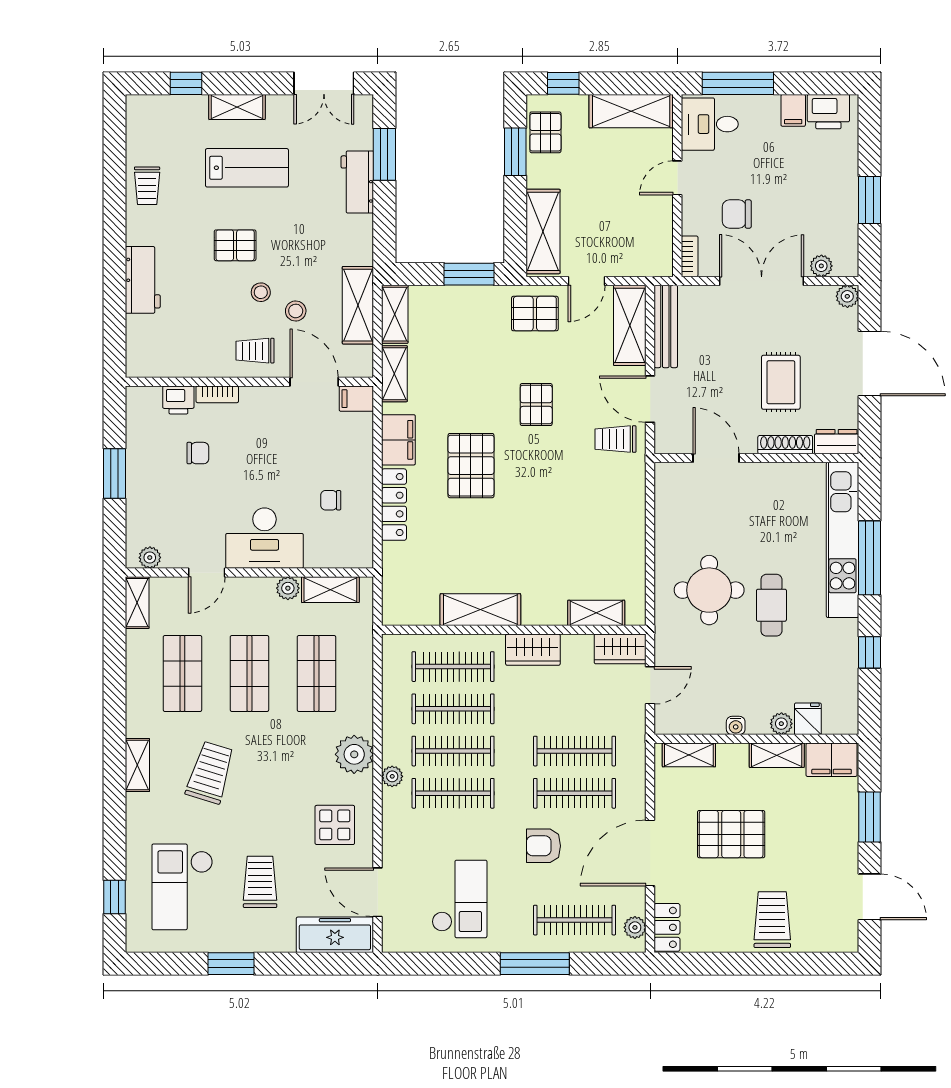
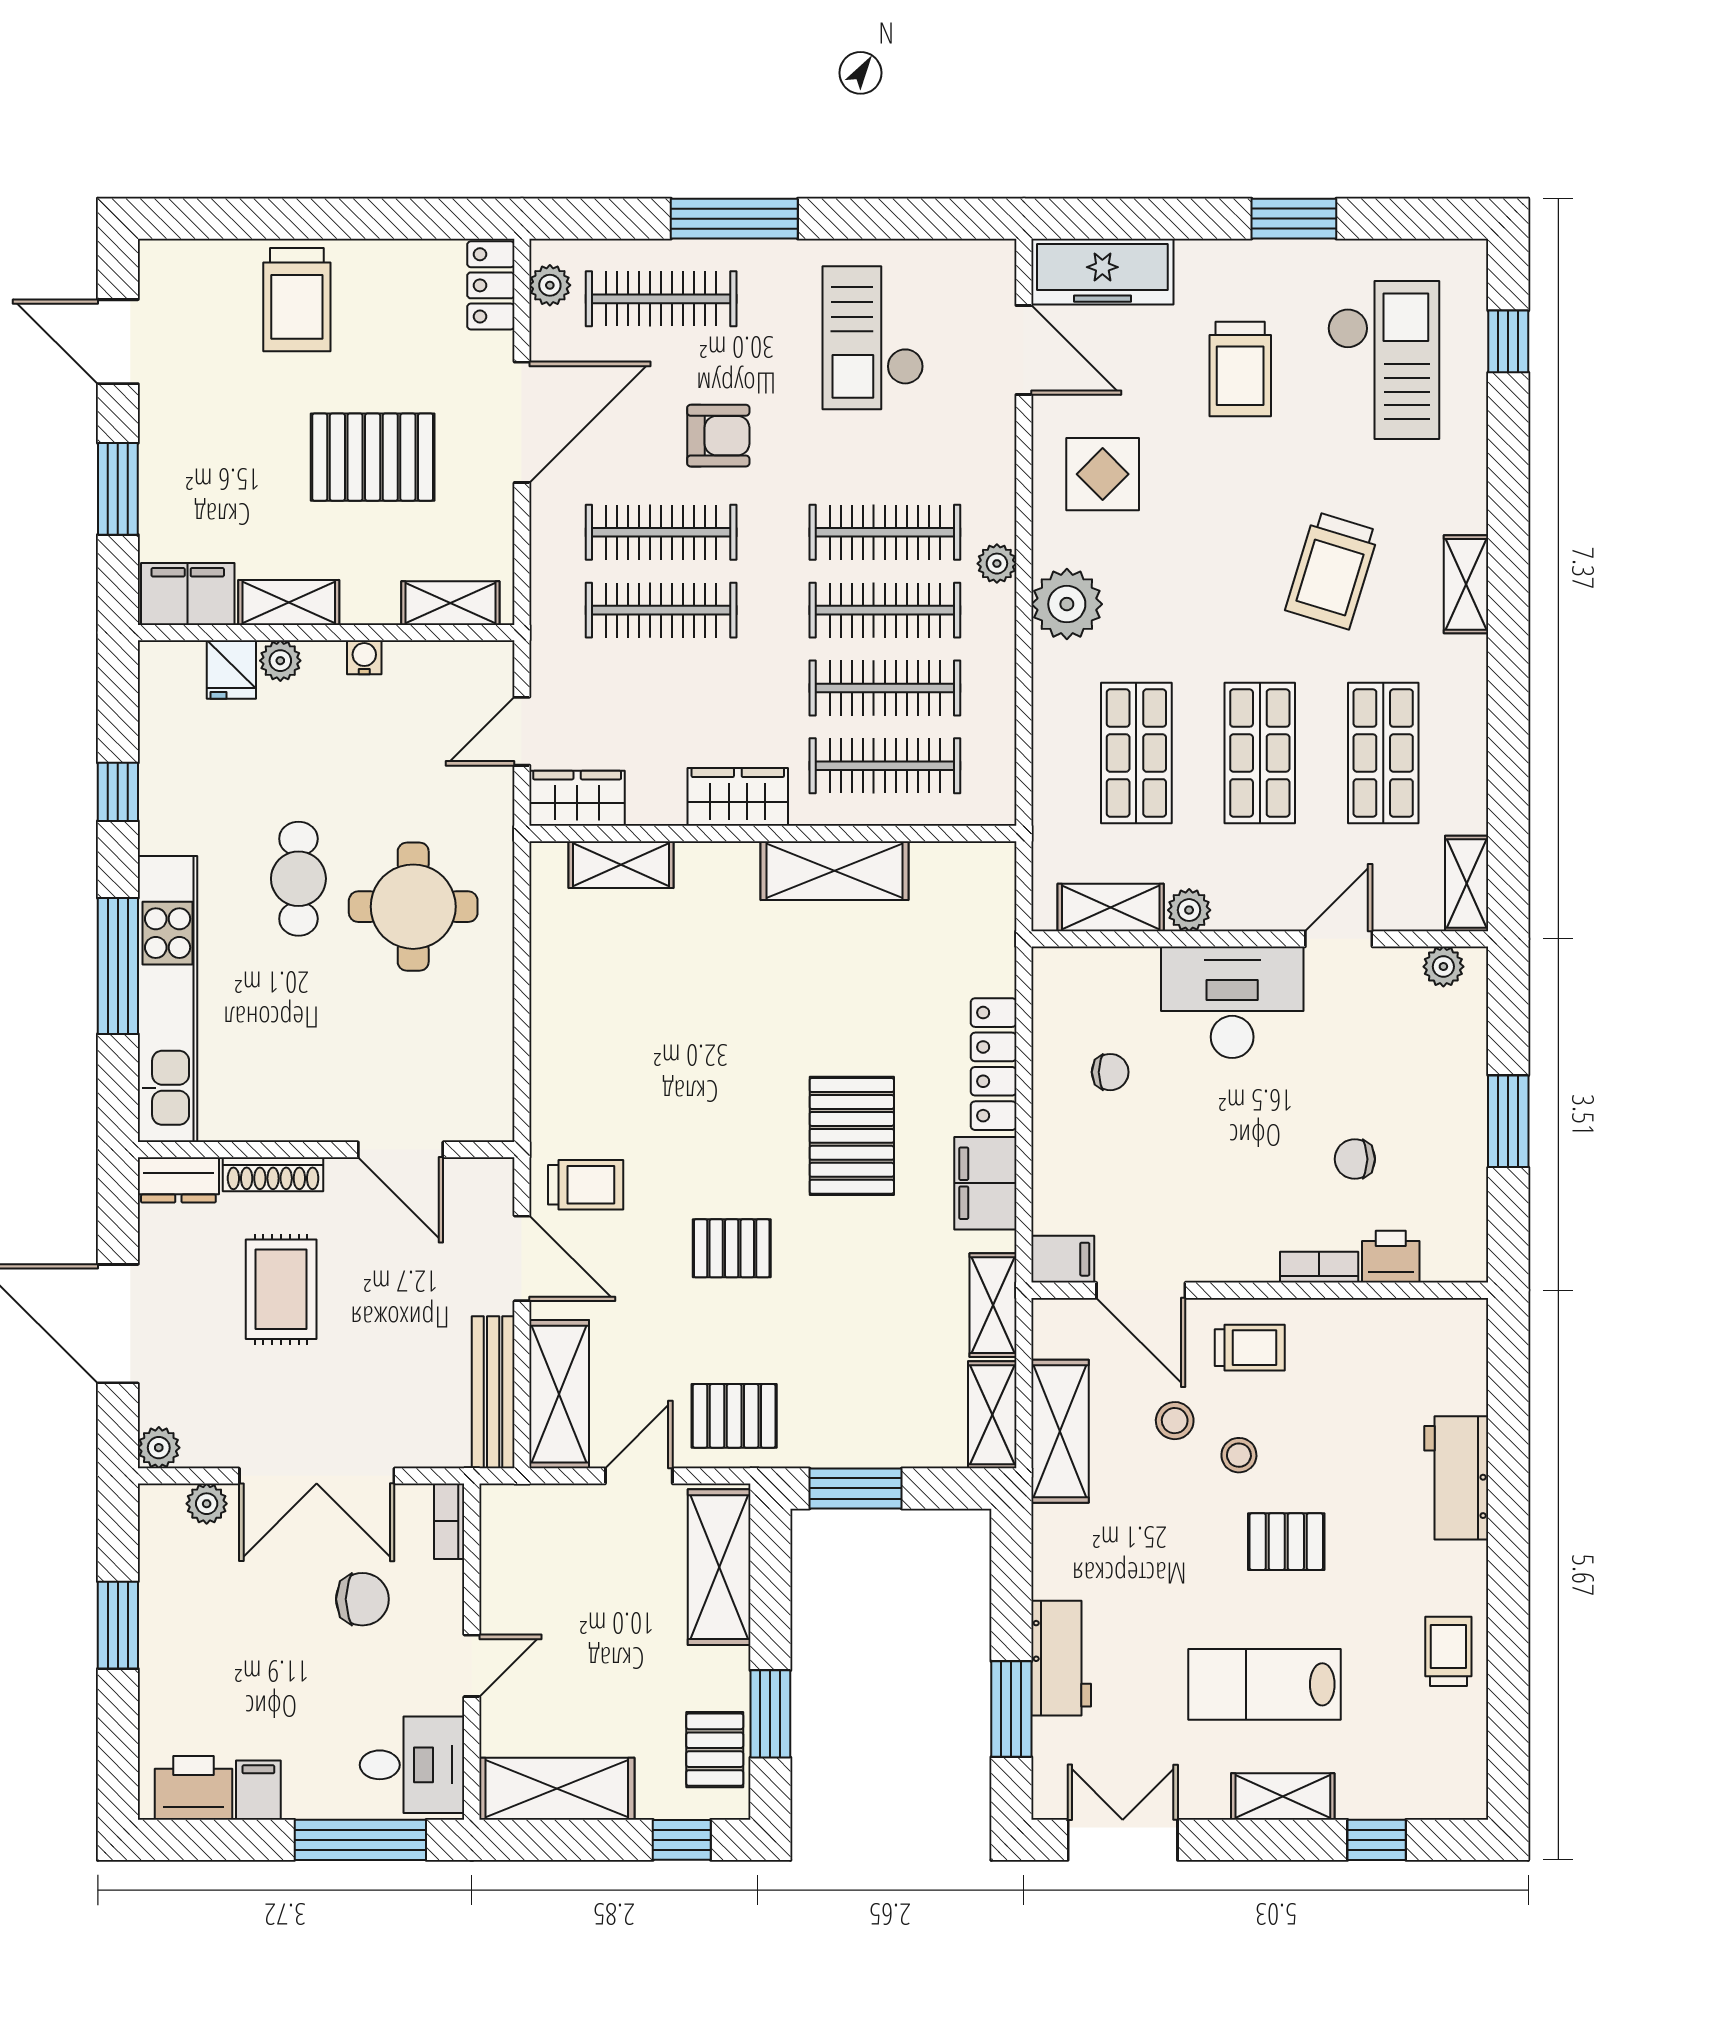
pallet: (536, 405) -> (732, 1248), turned 90

